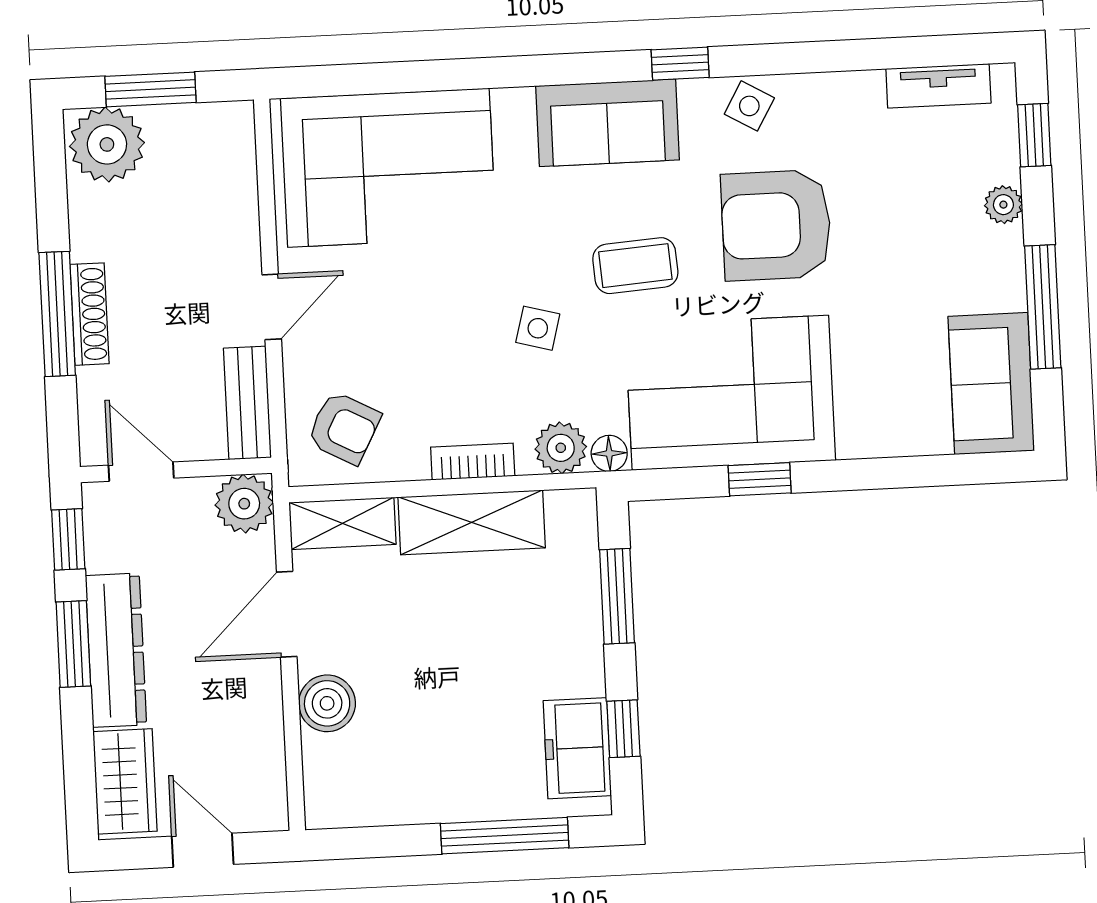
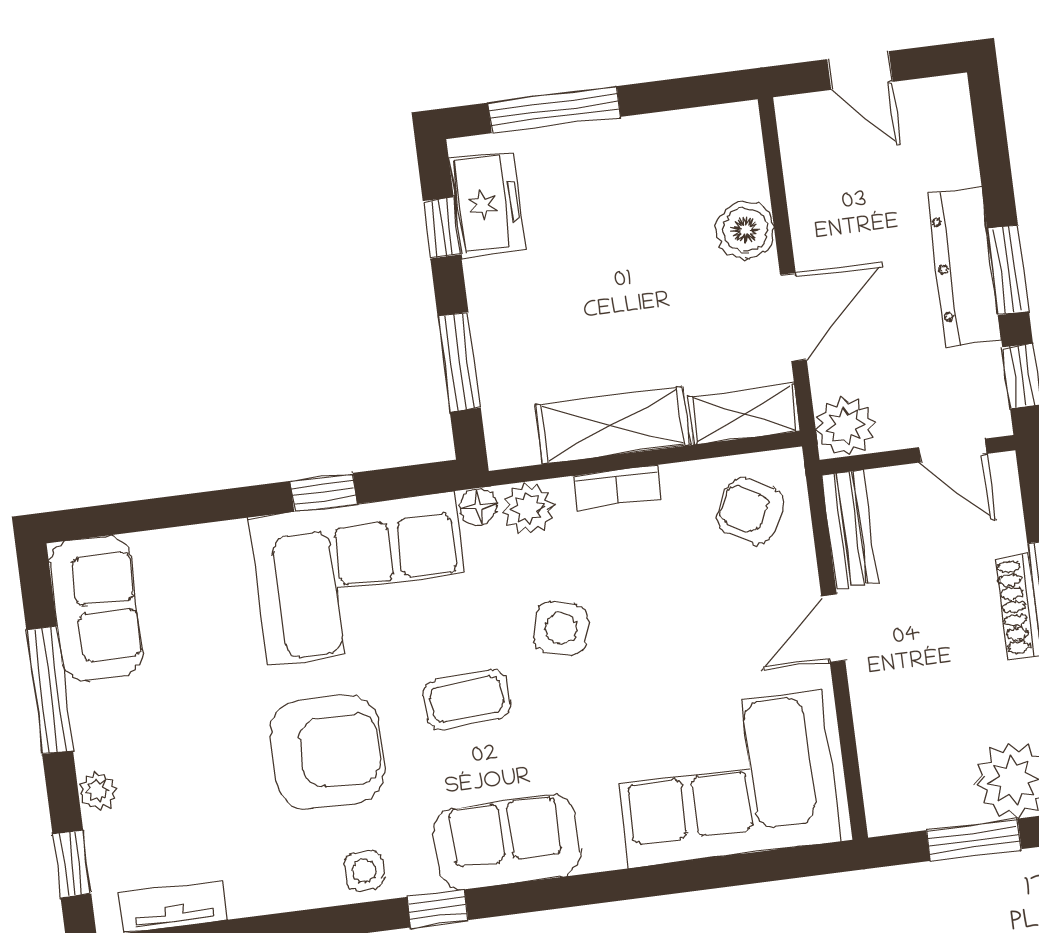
side table: (749, 106) -> (364, 871), turned -30
side table: (538, 328) -> (561, 628), width x1.37, depth x1.37
wardrobe: (125, 781) -> (944, 134), removed

